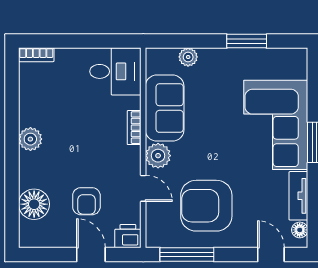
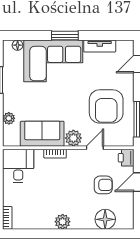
floor lamp: (300, 230) -> (18, 45), moved

